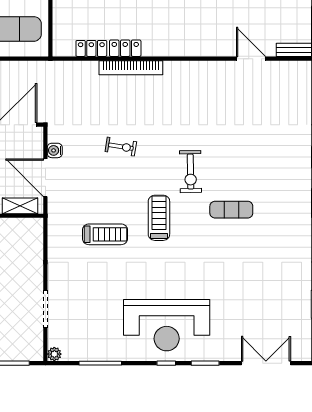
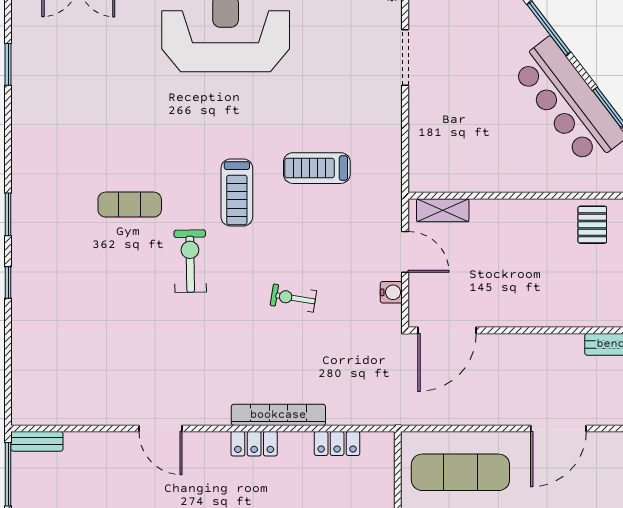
locker: (125, 48) -> (254, 444), moved
door: (251, 59) -> (160, 428), moved
door: (45, 178) -> (405, 252), width x0.73

